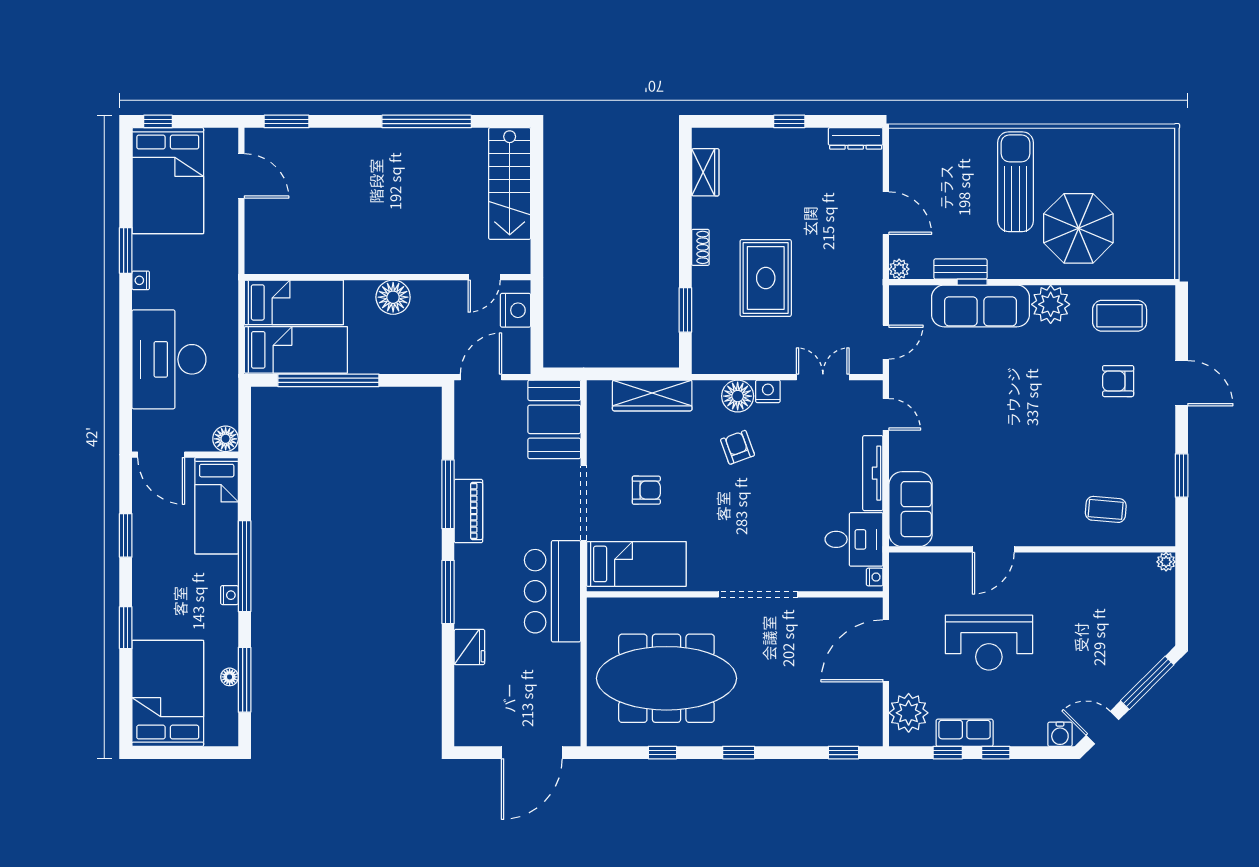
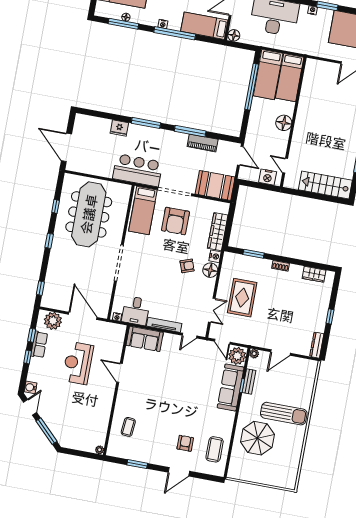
rug: (766, 278) -> (242, 298), moved, turned 90
plant: (1051, 304) -> (237, 356), moved
nightstand: (768, 391) -> (215, 256), moved
armchair: (646, 490) -> (175, 221), width x1.88, depth x1.88
piano: (468, 511) -> (203, 143), moved

